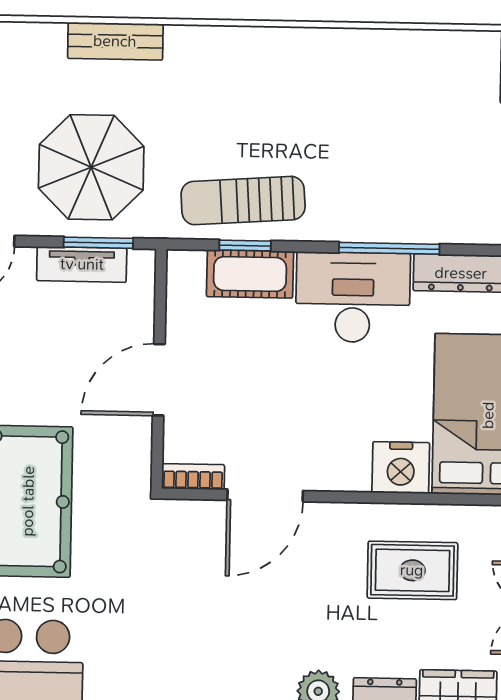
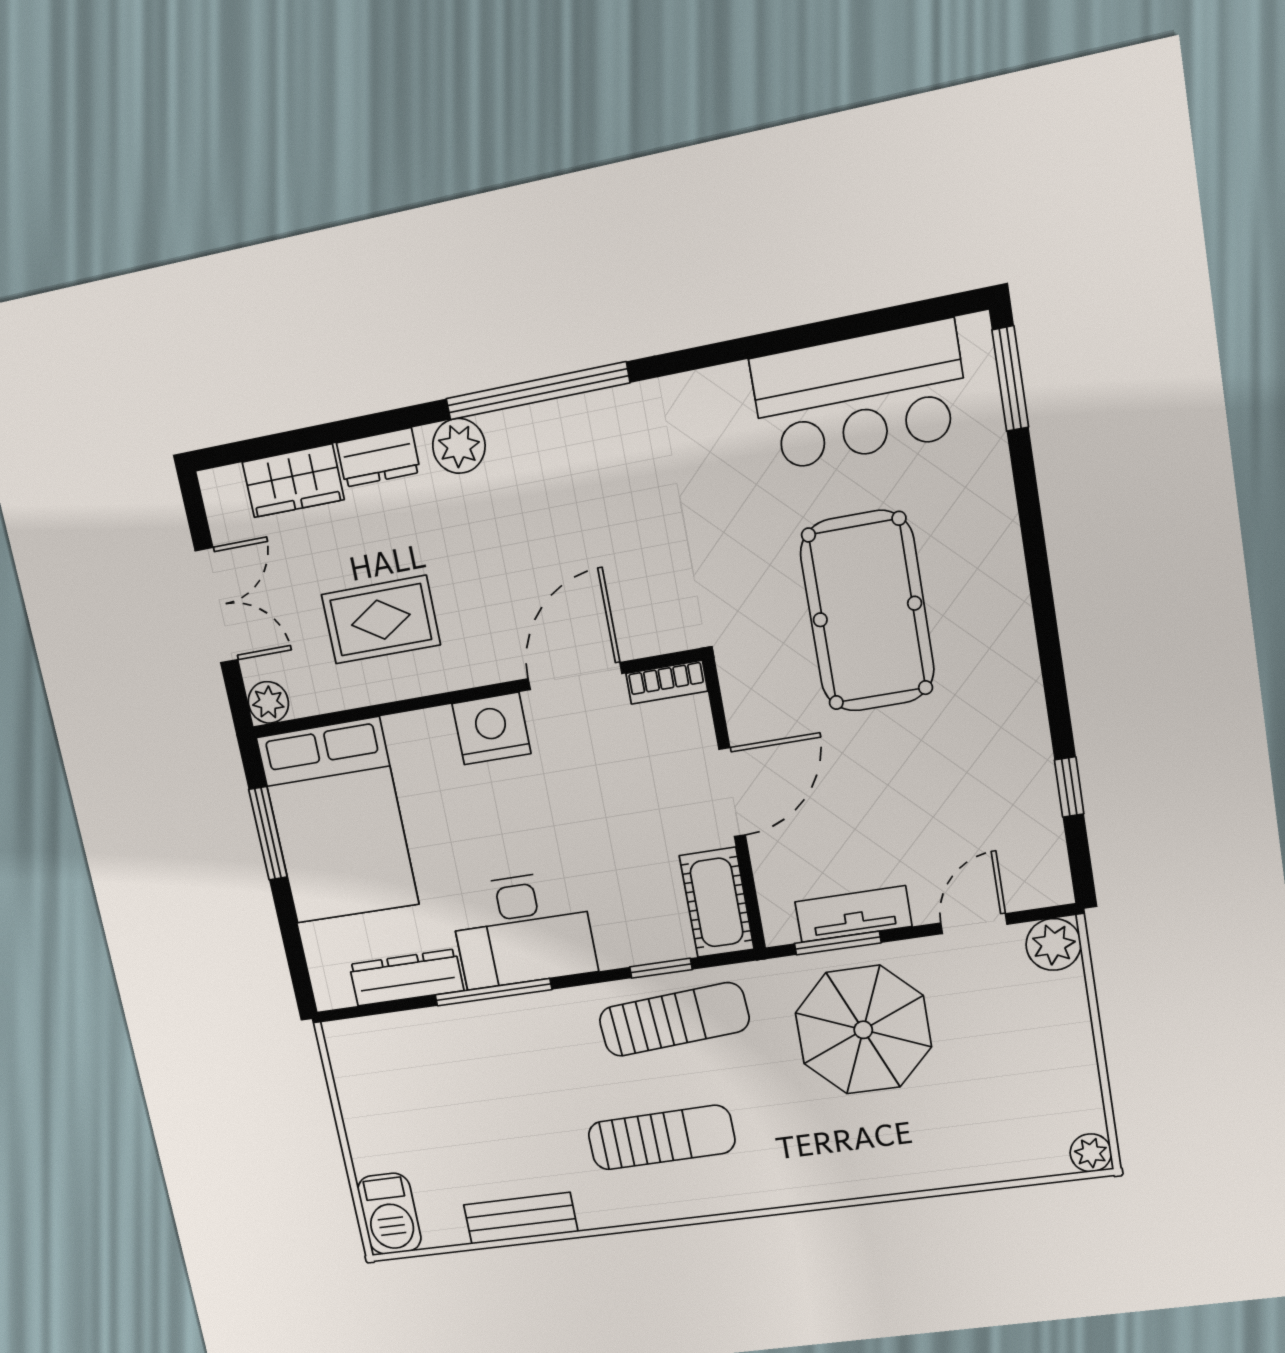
bench: (115, 41) -> (521, 1218), moved
sun lounger: (274, 101) -> (661, 1138), added
cot: (250, 274) -> (717, 902), moved, turned 90
nightstand: (401, 468) -> (491, 729), moved

